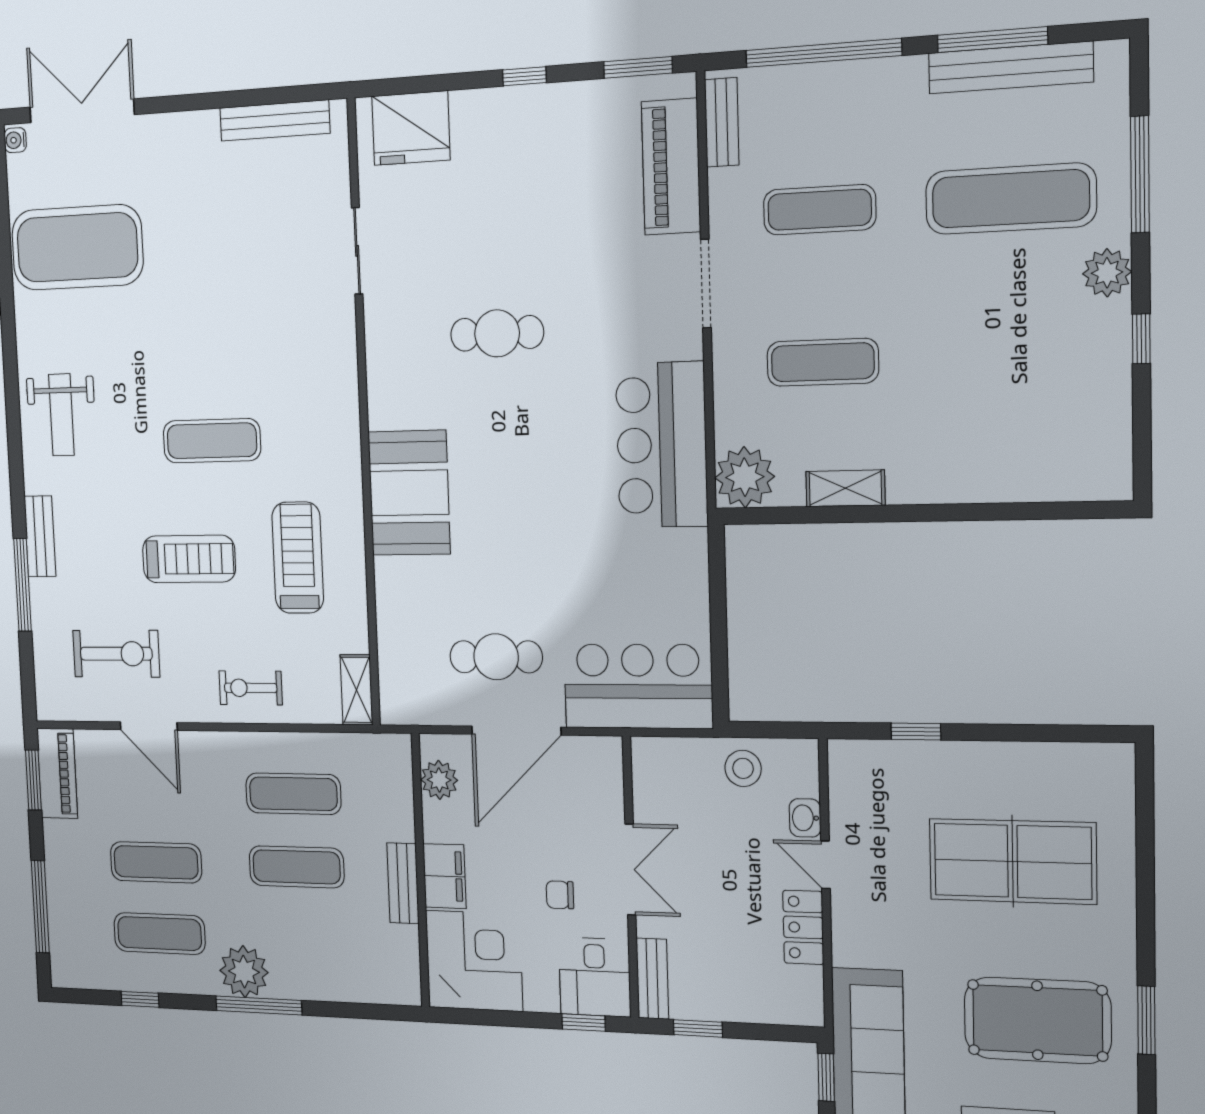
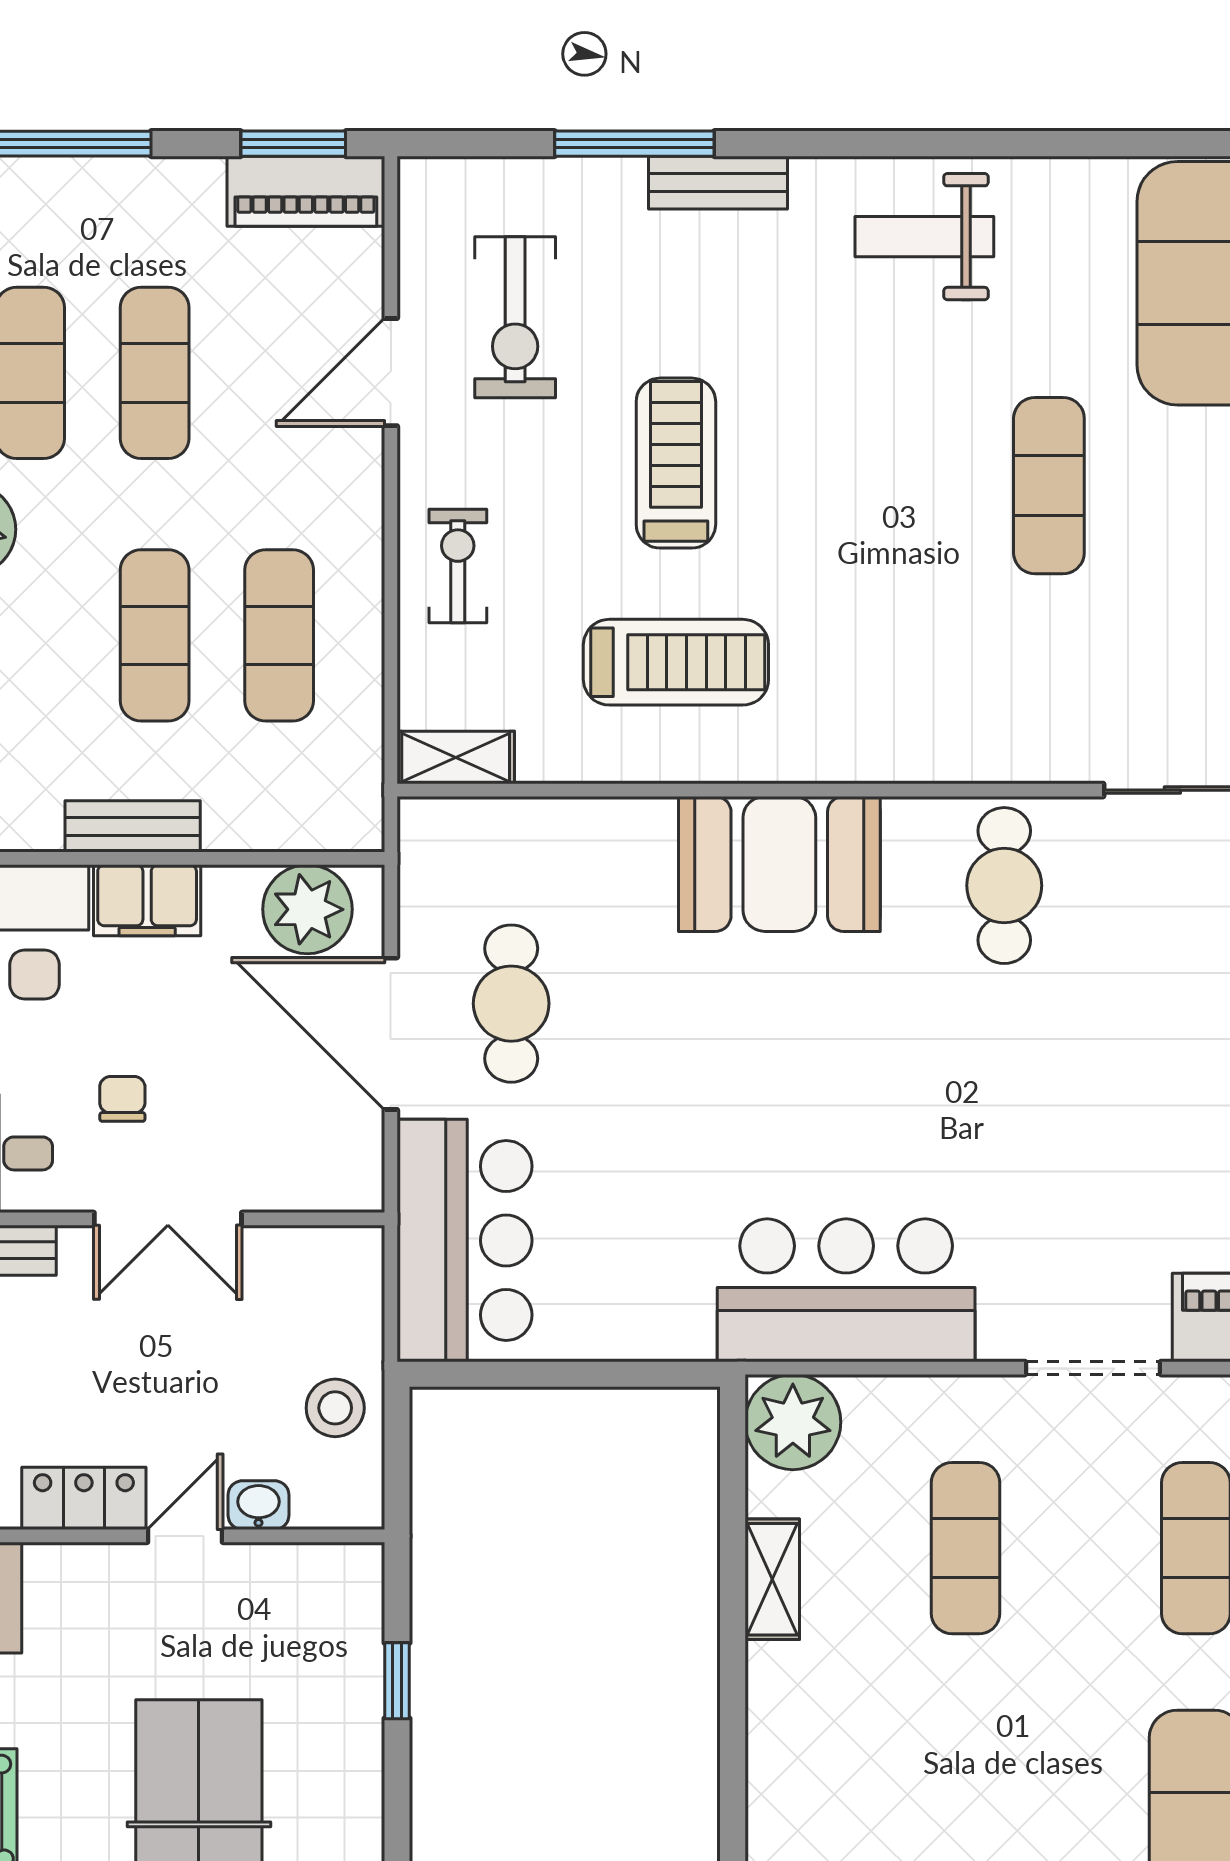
cafe table: (497, 333) -> (1004, 886), moved
exercise mat: (212, 441) -> (1049, 486), moved
treadmill: (189, 559) -> (676, 463), turned 180
plant: (439, 780) -> (307, 909), width x1.36, depth x1.36

